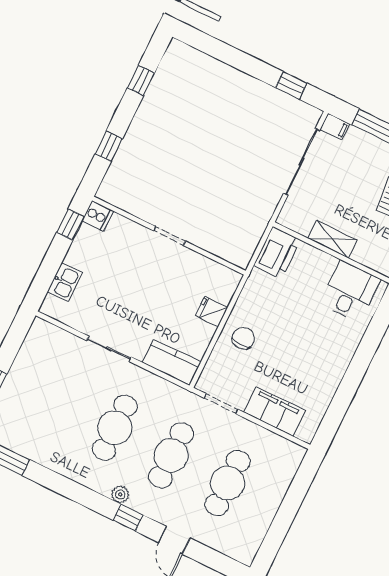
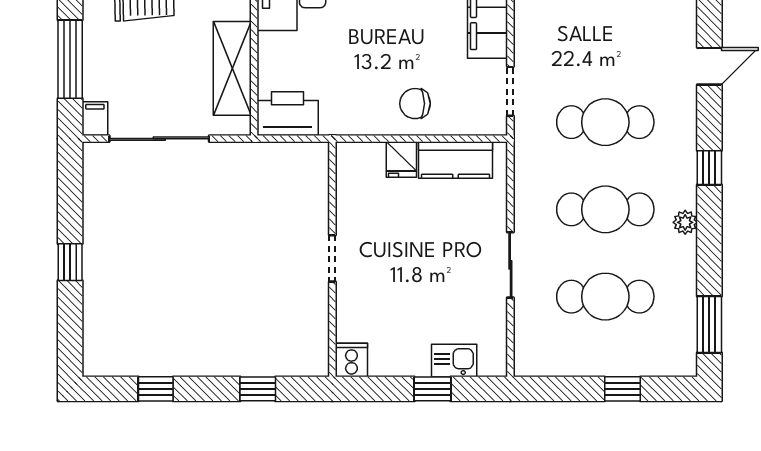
window: (291, 85) -> (70, 262), moved
window: (70, 225) -> (432, 389), moved
shelving: (332, 239) -> (232, 68), width x1.50, depth x1.33
kitchen counter: (172, 362) -> (456, 160), moved, turned -90
cafe table: (227, 483) -> (605, 297), moved
plant: (120, 494) -> (685, 222), moved
window: (128, 518) -> (709, 168), moved

